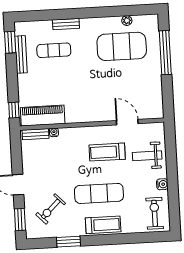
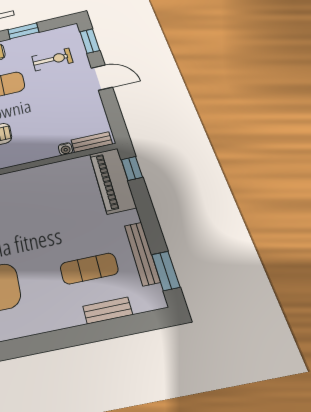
bench: (66, 24) -> (108, 310), moved
piano: (43, 116) -> (113, 180), moved, turned 90
exercise bike: (51, 209) -> (52, 59), turned 44

